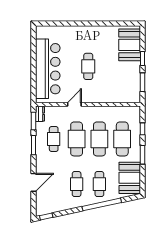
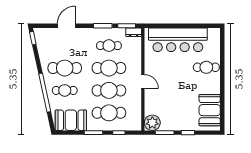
booth: (130, 45) -> (210, 110), moved, turned 90
cafe table: (88, 66) -> (206, 67), moved
plant: (132, 95) -> (152, 123), added
door: (74, 104) -> (143, 81), moved
door: (34, 182) -> (66, 26), swing flipped
cafe table: (77, 184) -> (65, 68), width x1.37, depth x1.35

